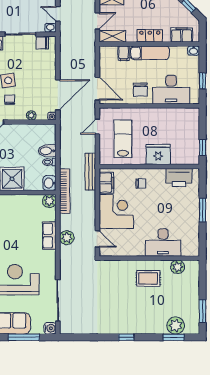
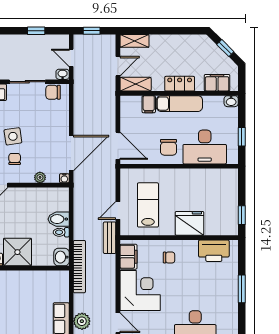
door: (97, 127) -> (118, 210), moved
bench: (90, 172) -> (110, 238), width x0.73
plant: (49, 201) -> (61, 278), removed

